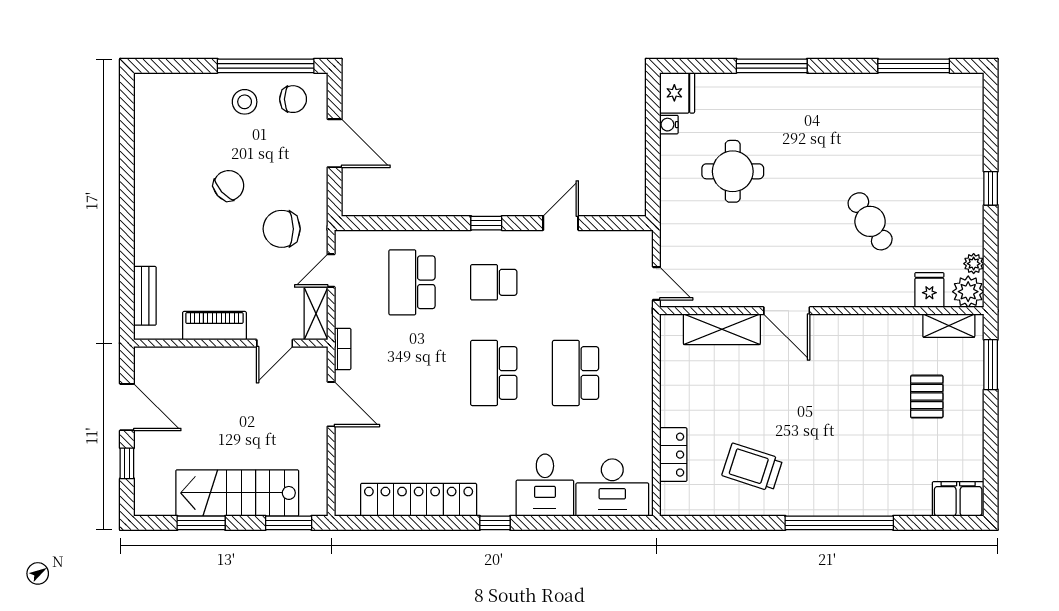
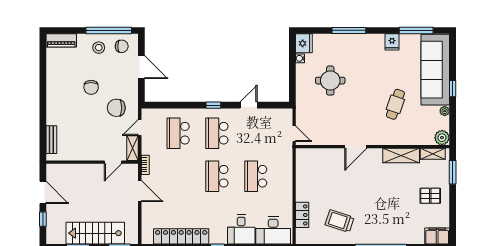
sofa: (954, 148) -> (435, 70), added
chair: (229, 186) -> (91, 87), turned 132
cafe table: (870, 221) -> (395, 104), turned 51
plant: (974, 264) -> (445, 111), moved
school desk: (494, 282) -> (217, 133), width x1.85
fridge: (929, 290) -> (392, 42), moved, turned 180
door: (787, 311) -> (356, 147), hinge flipped
piano: (214, 326) -> (61, 40), moved, turned 180
shelving: (722, 329) -> (401, 155), moved
pallet: (927, 397) -> (430, 196), moved, turned 90

